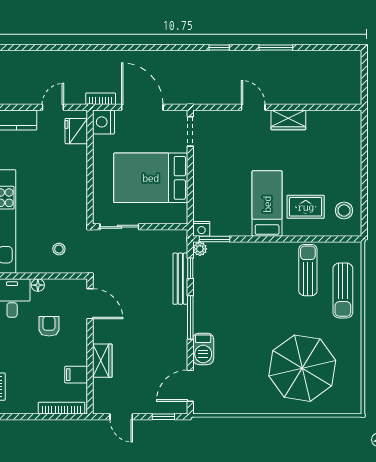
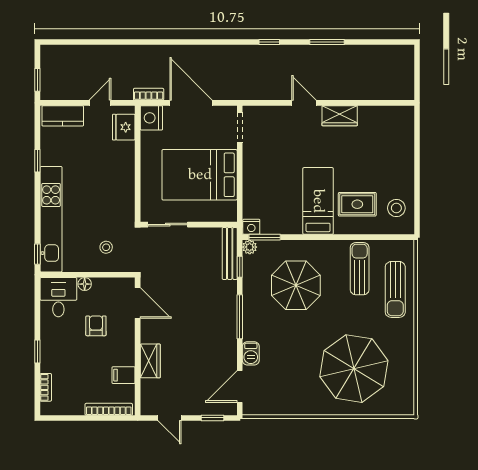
bench: (180, 279) -> (230, 253), moved
parasol: (245, 286) -> (296, 285), added
barbecue: (203, 349) -> (251, 353), width x0.73, depth x0.79

